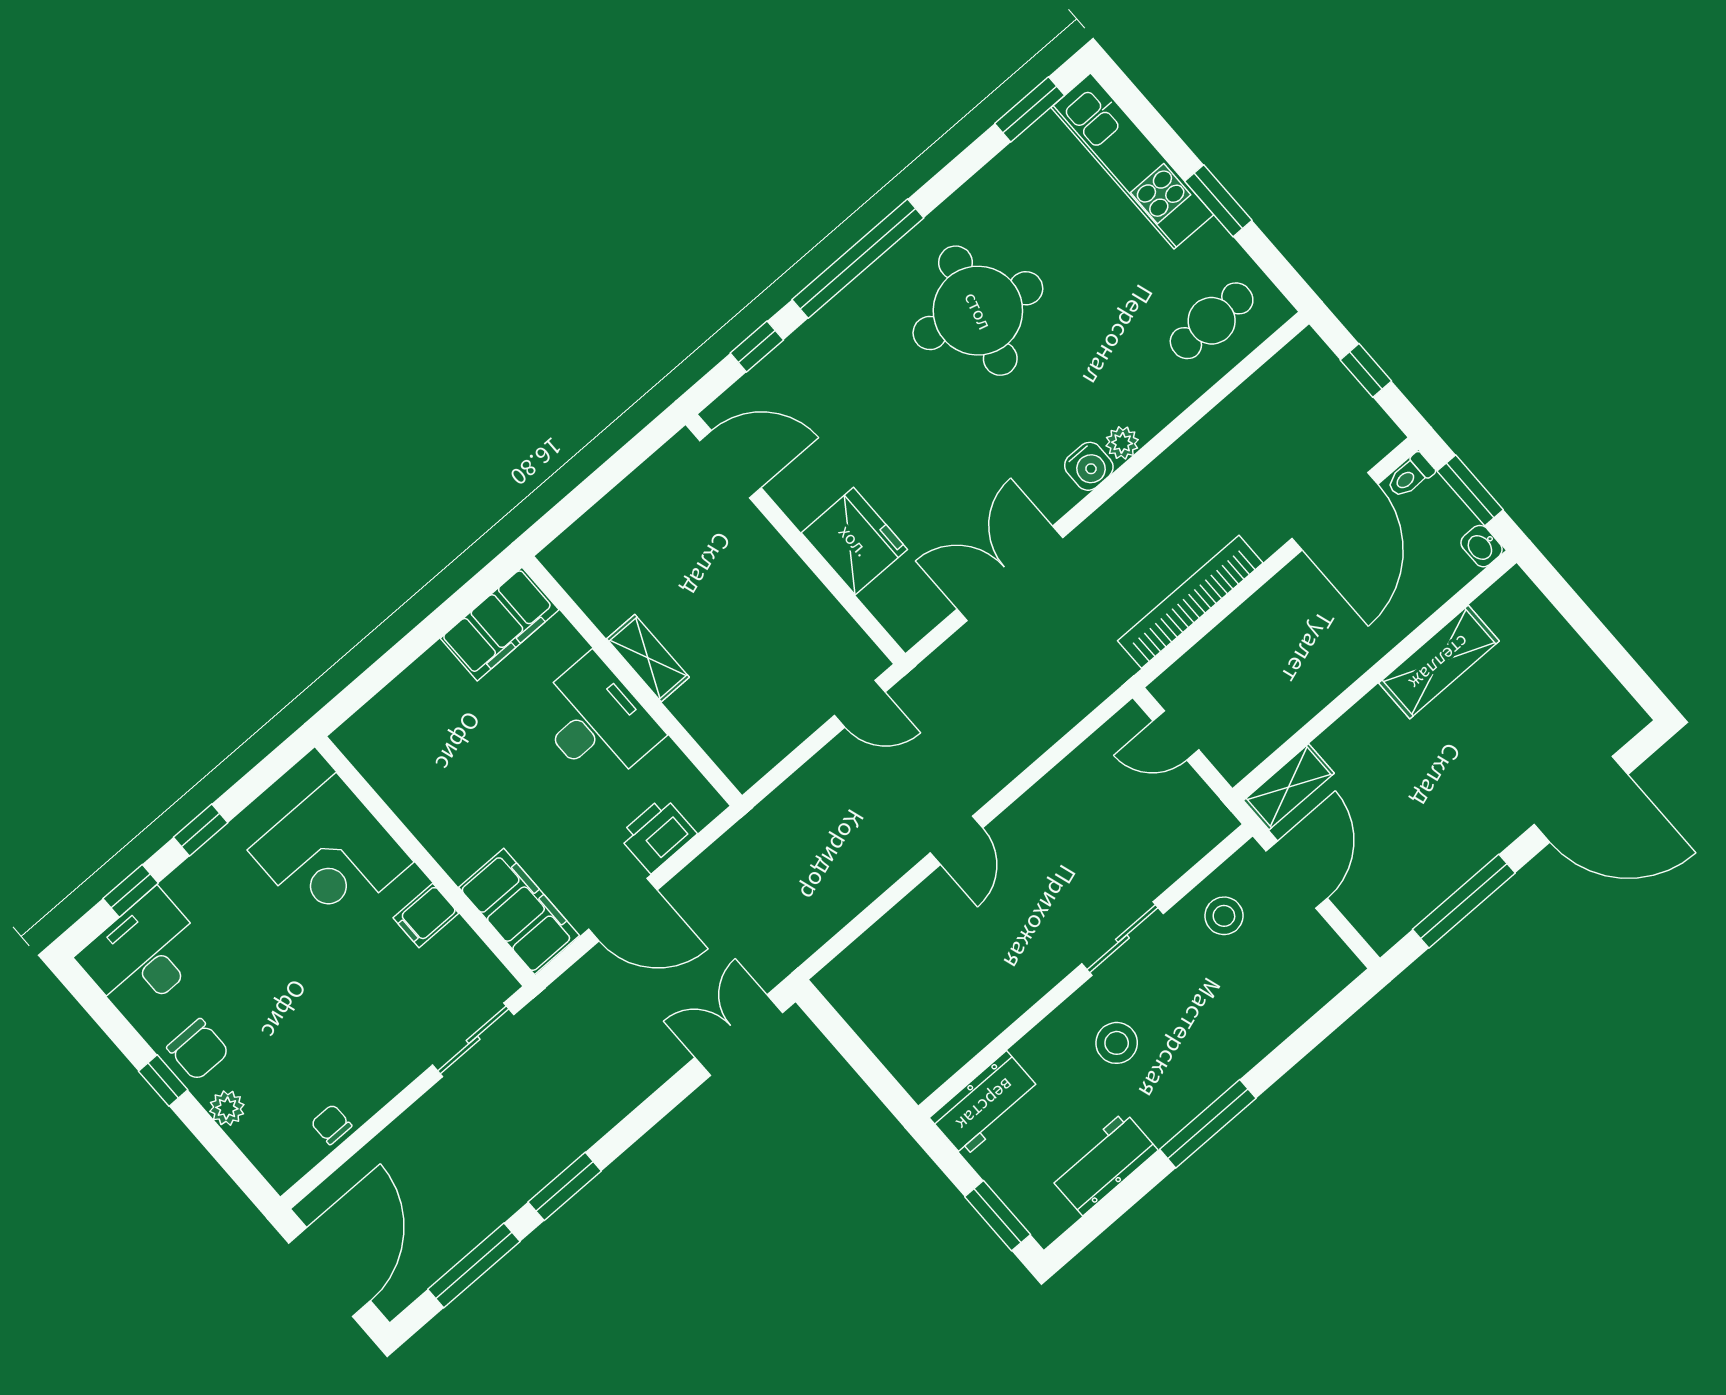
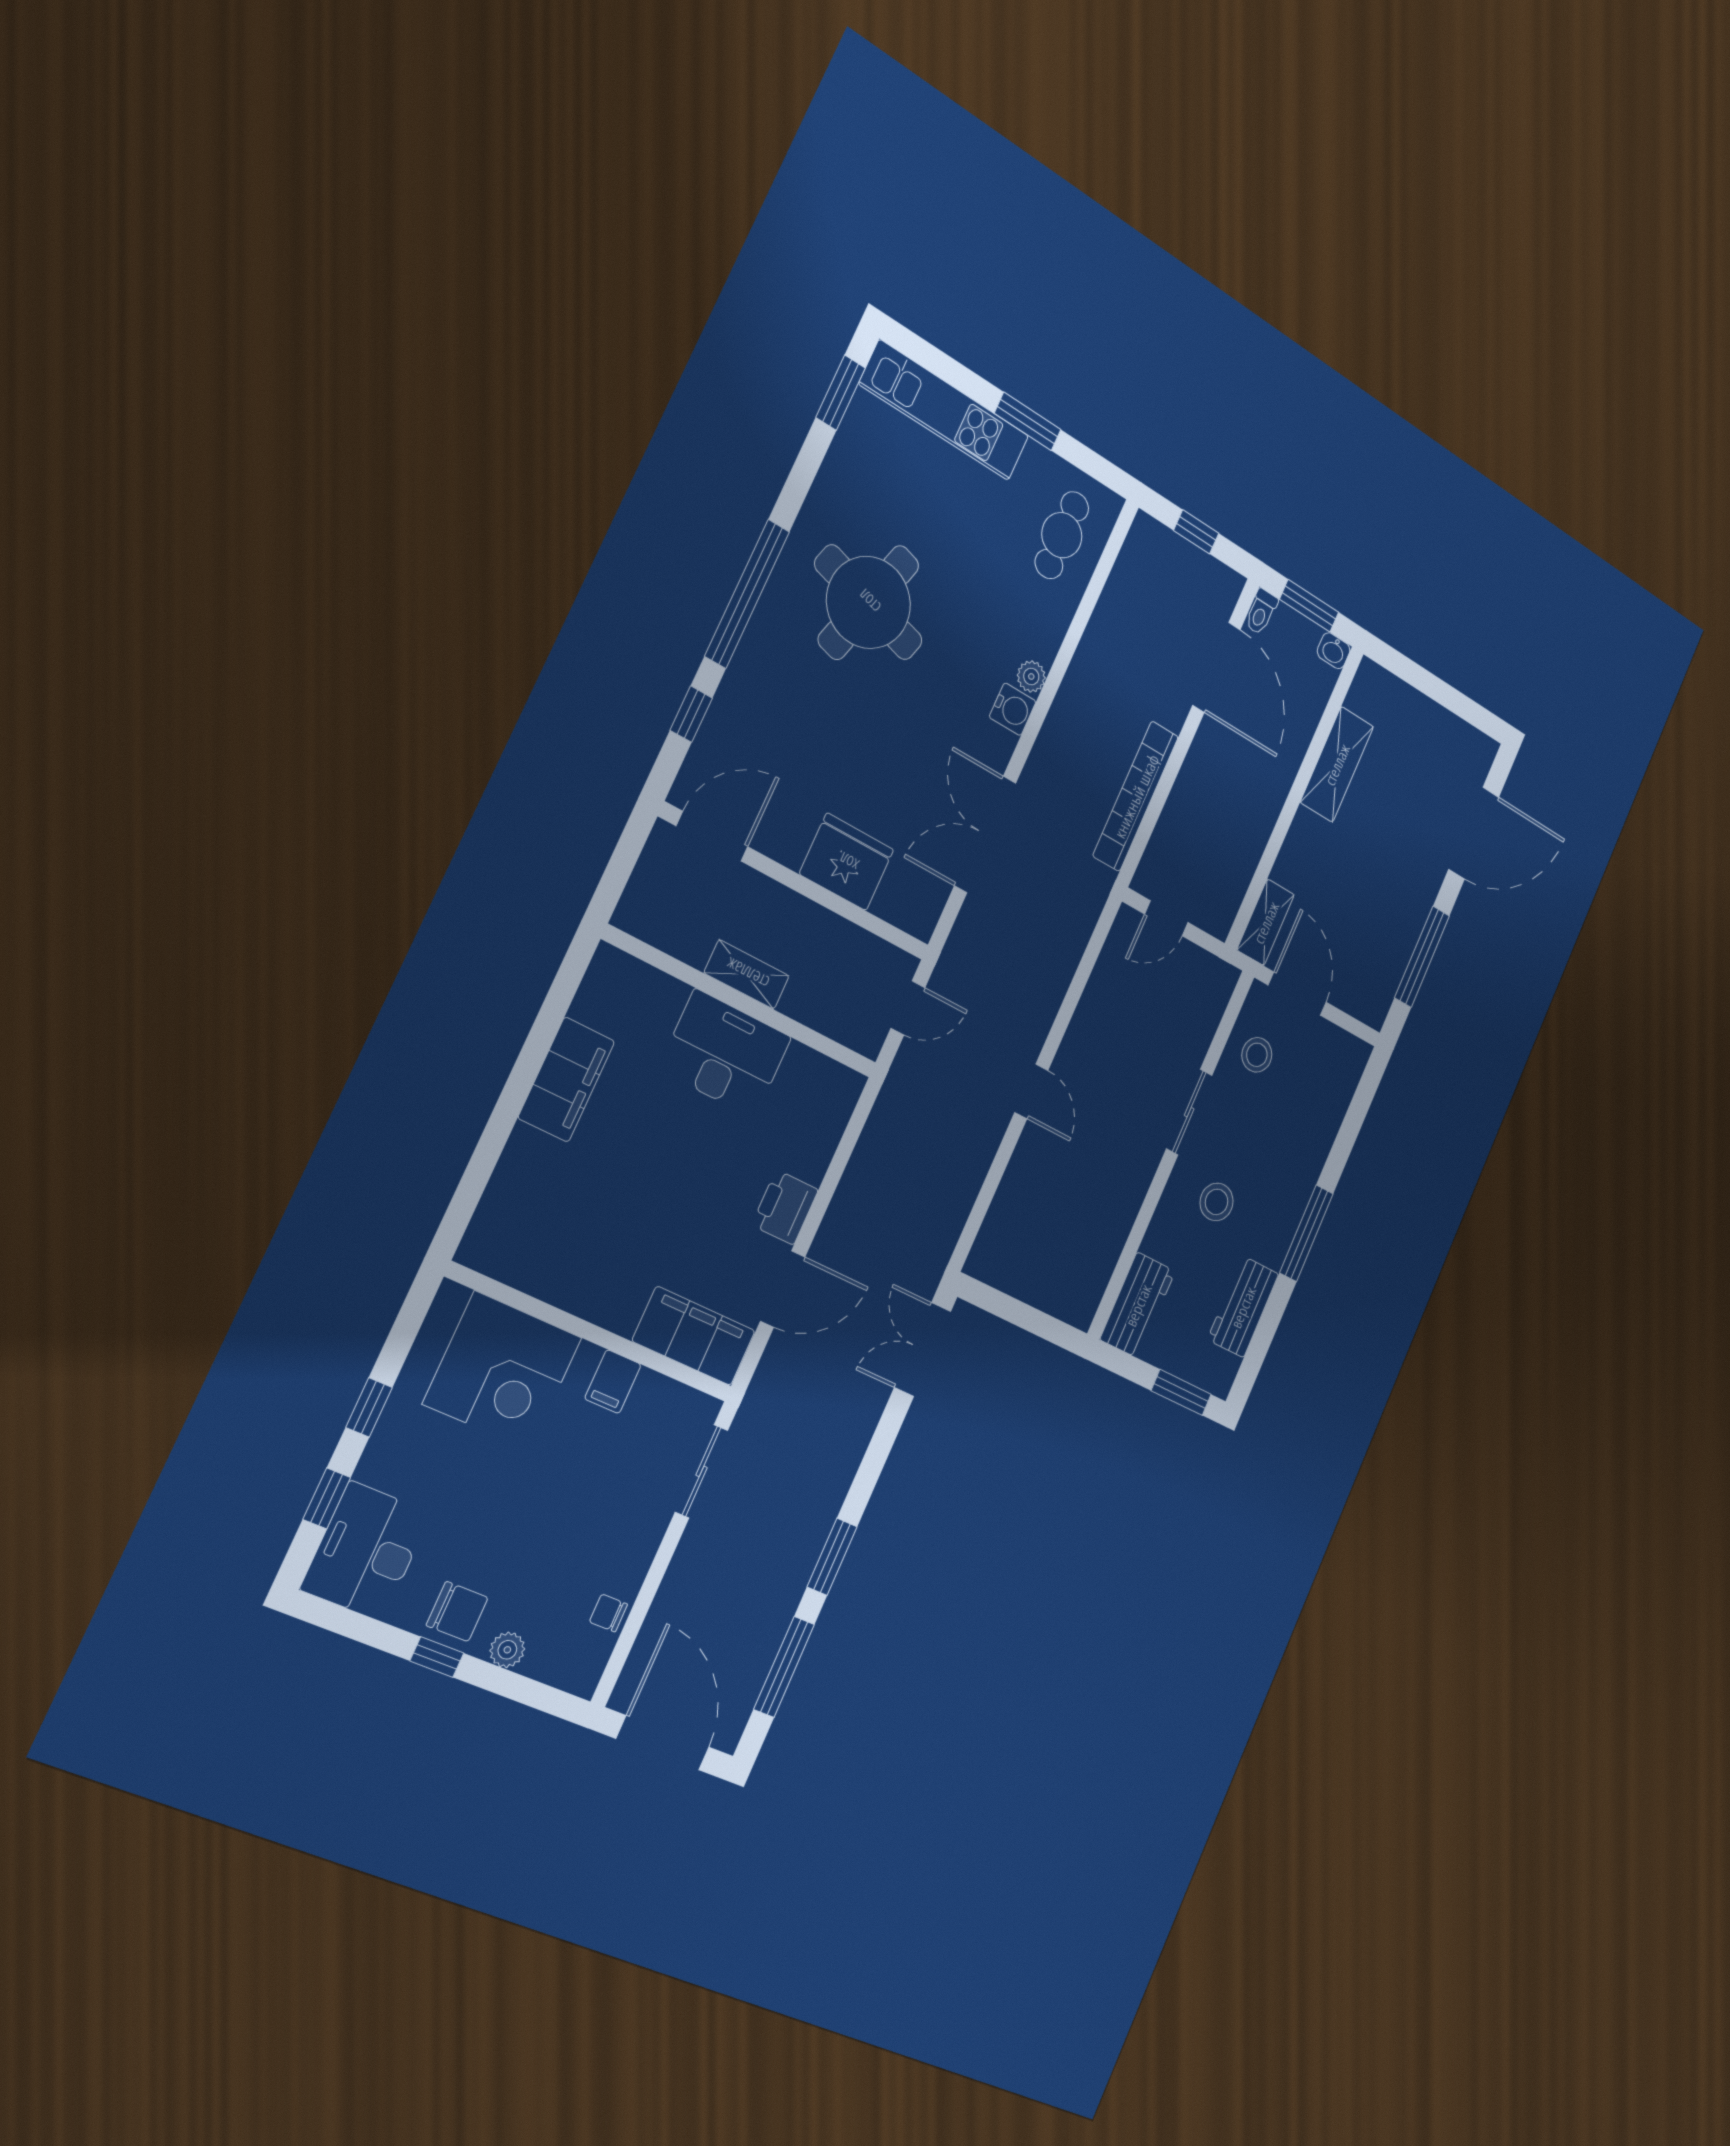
shelving: (648, 658) -> (747, 974), moved
wall: (632, 681) -> (741, 1002), moved
desk: (596, 721) -> (725, 1054), moved

